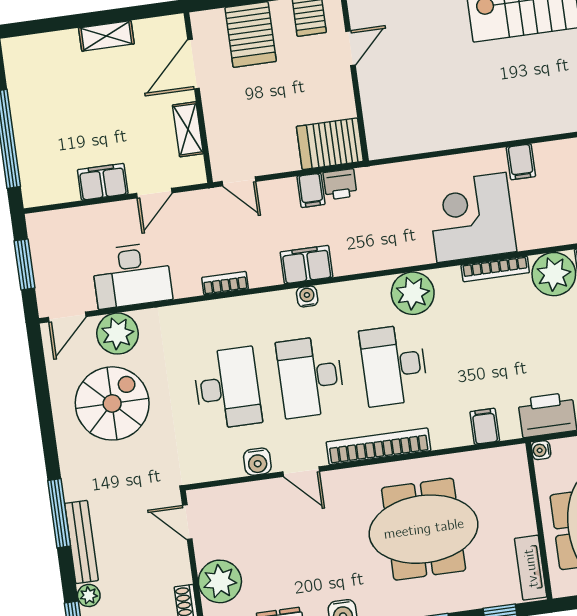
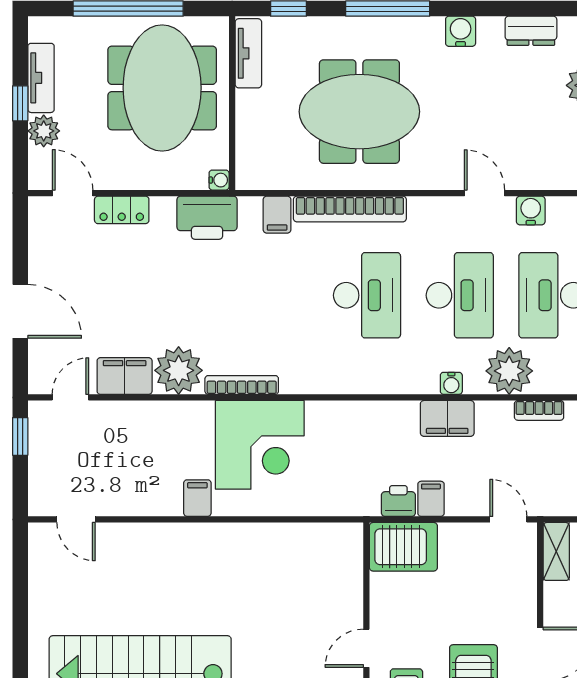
shelving: (188, 129) -> (556, 551), moved
plant: (413, 293) -> (509, 371), moved
bookcase: (378, 446) -> (350, 209), moved

